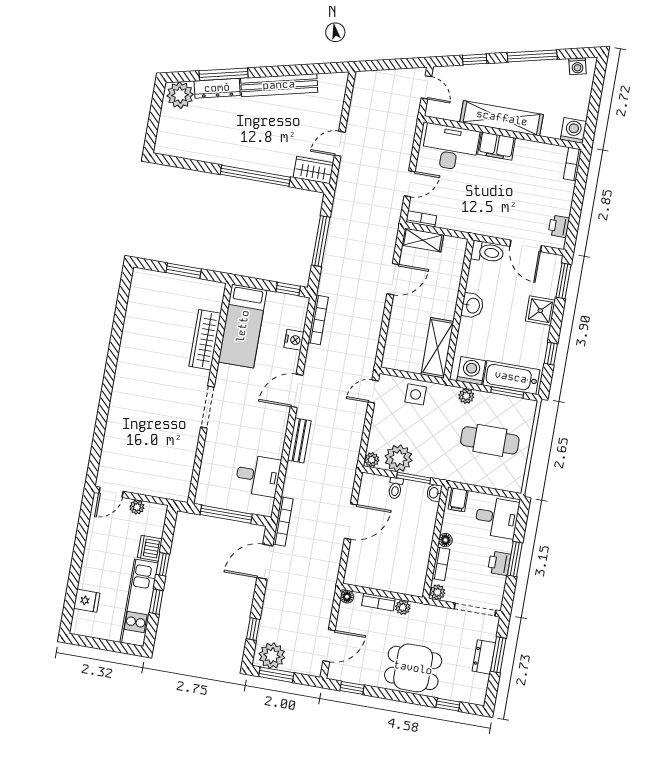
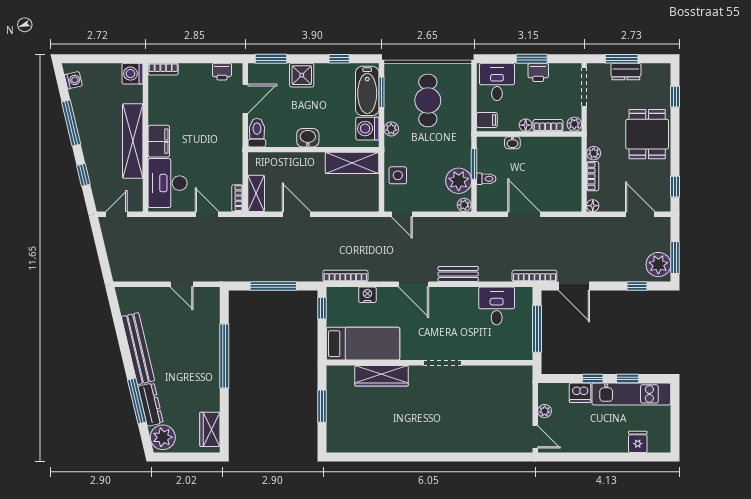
wardrobe: (313, 170) -> (210, 429), moved
washbasin: (434, 493) -> (512, 143), moved

